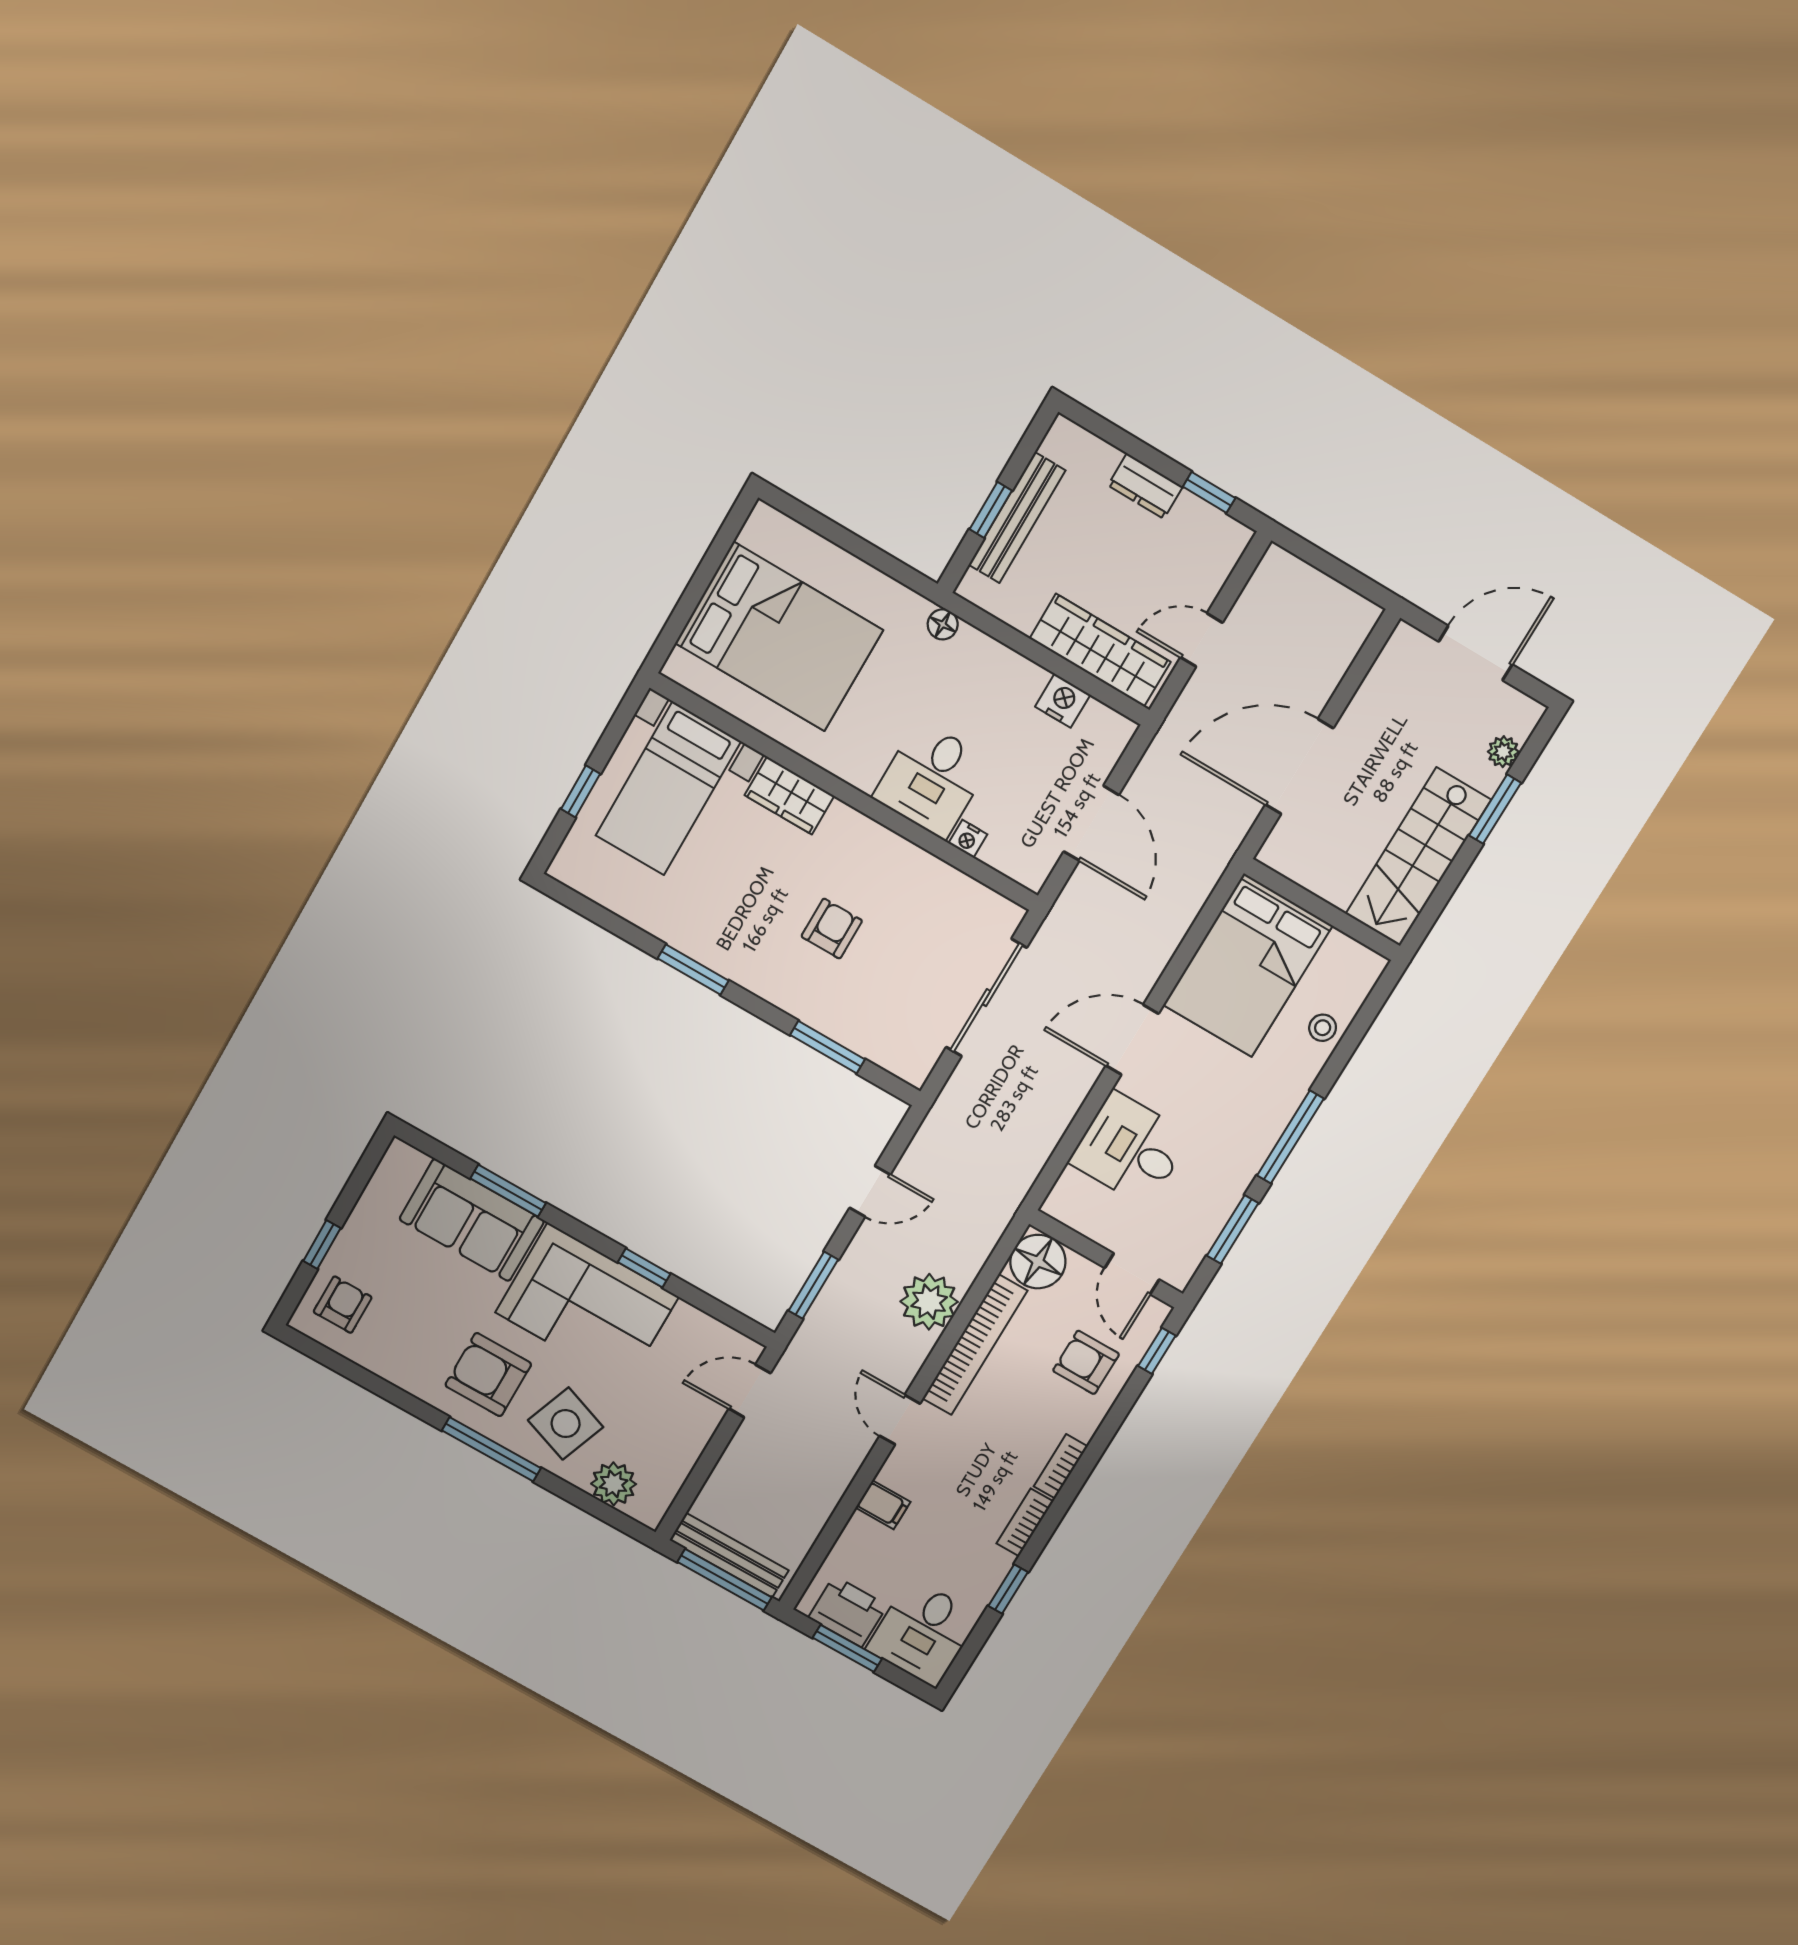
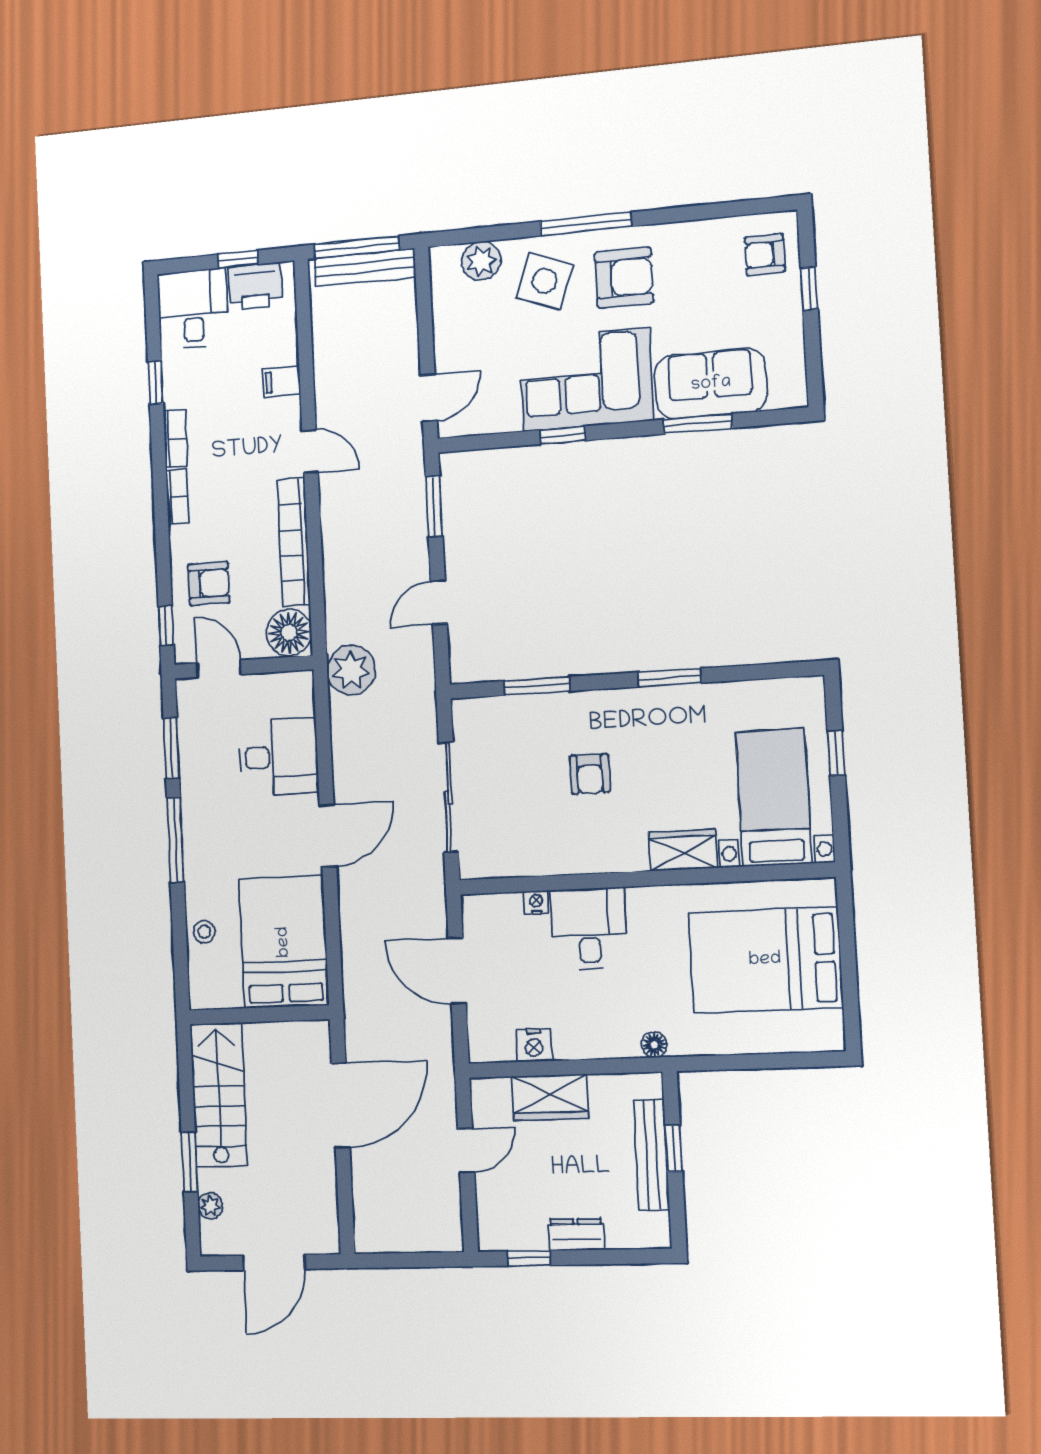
wardrobe: (1100, 650) -> (550, 1097), width x0.67
plant: (929, 1302) -> (351, 670), moved
armchair: (343, 1305) -> (765, 254), turned 90
window: (847, 1648) -> (238, 259), width x0.67

